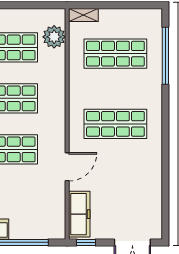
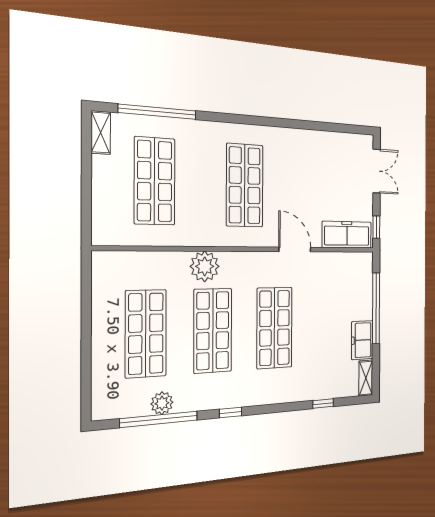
shelving: (83, 15) -> (101, 133), moved
plant: (54, 37) -> (205, 266), moved

